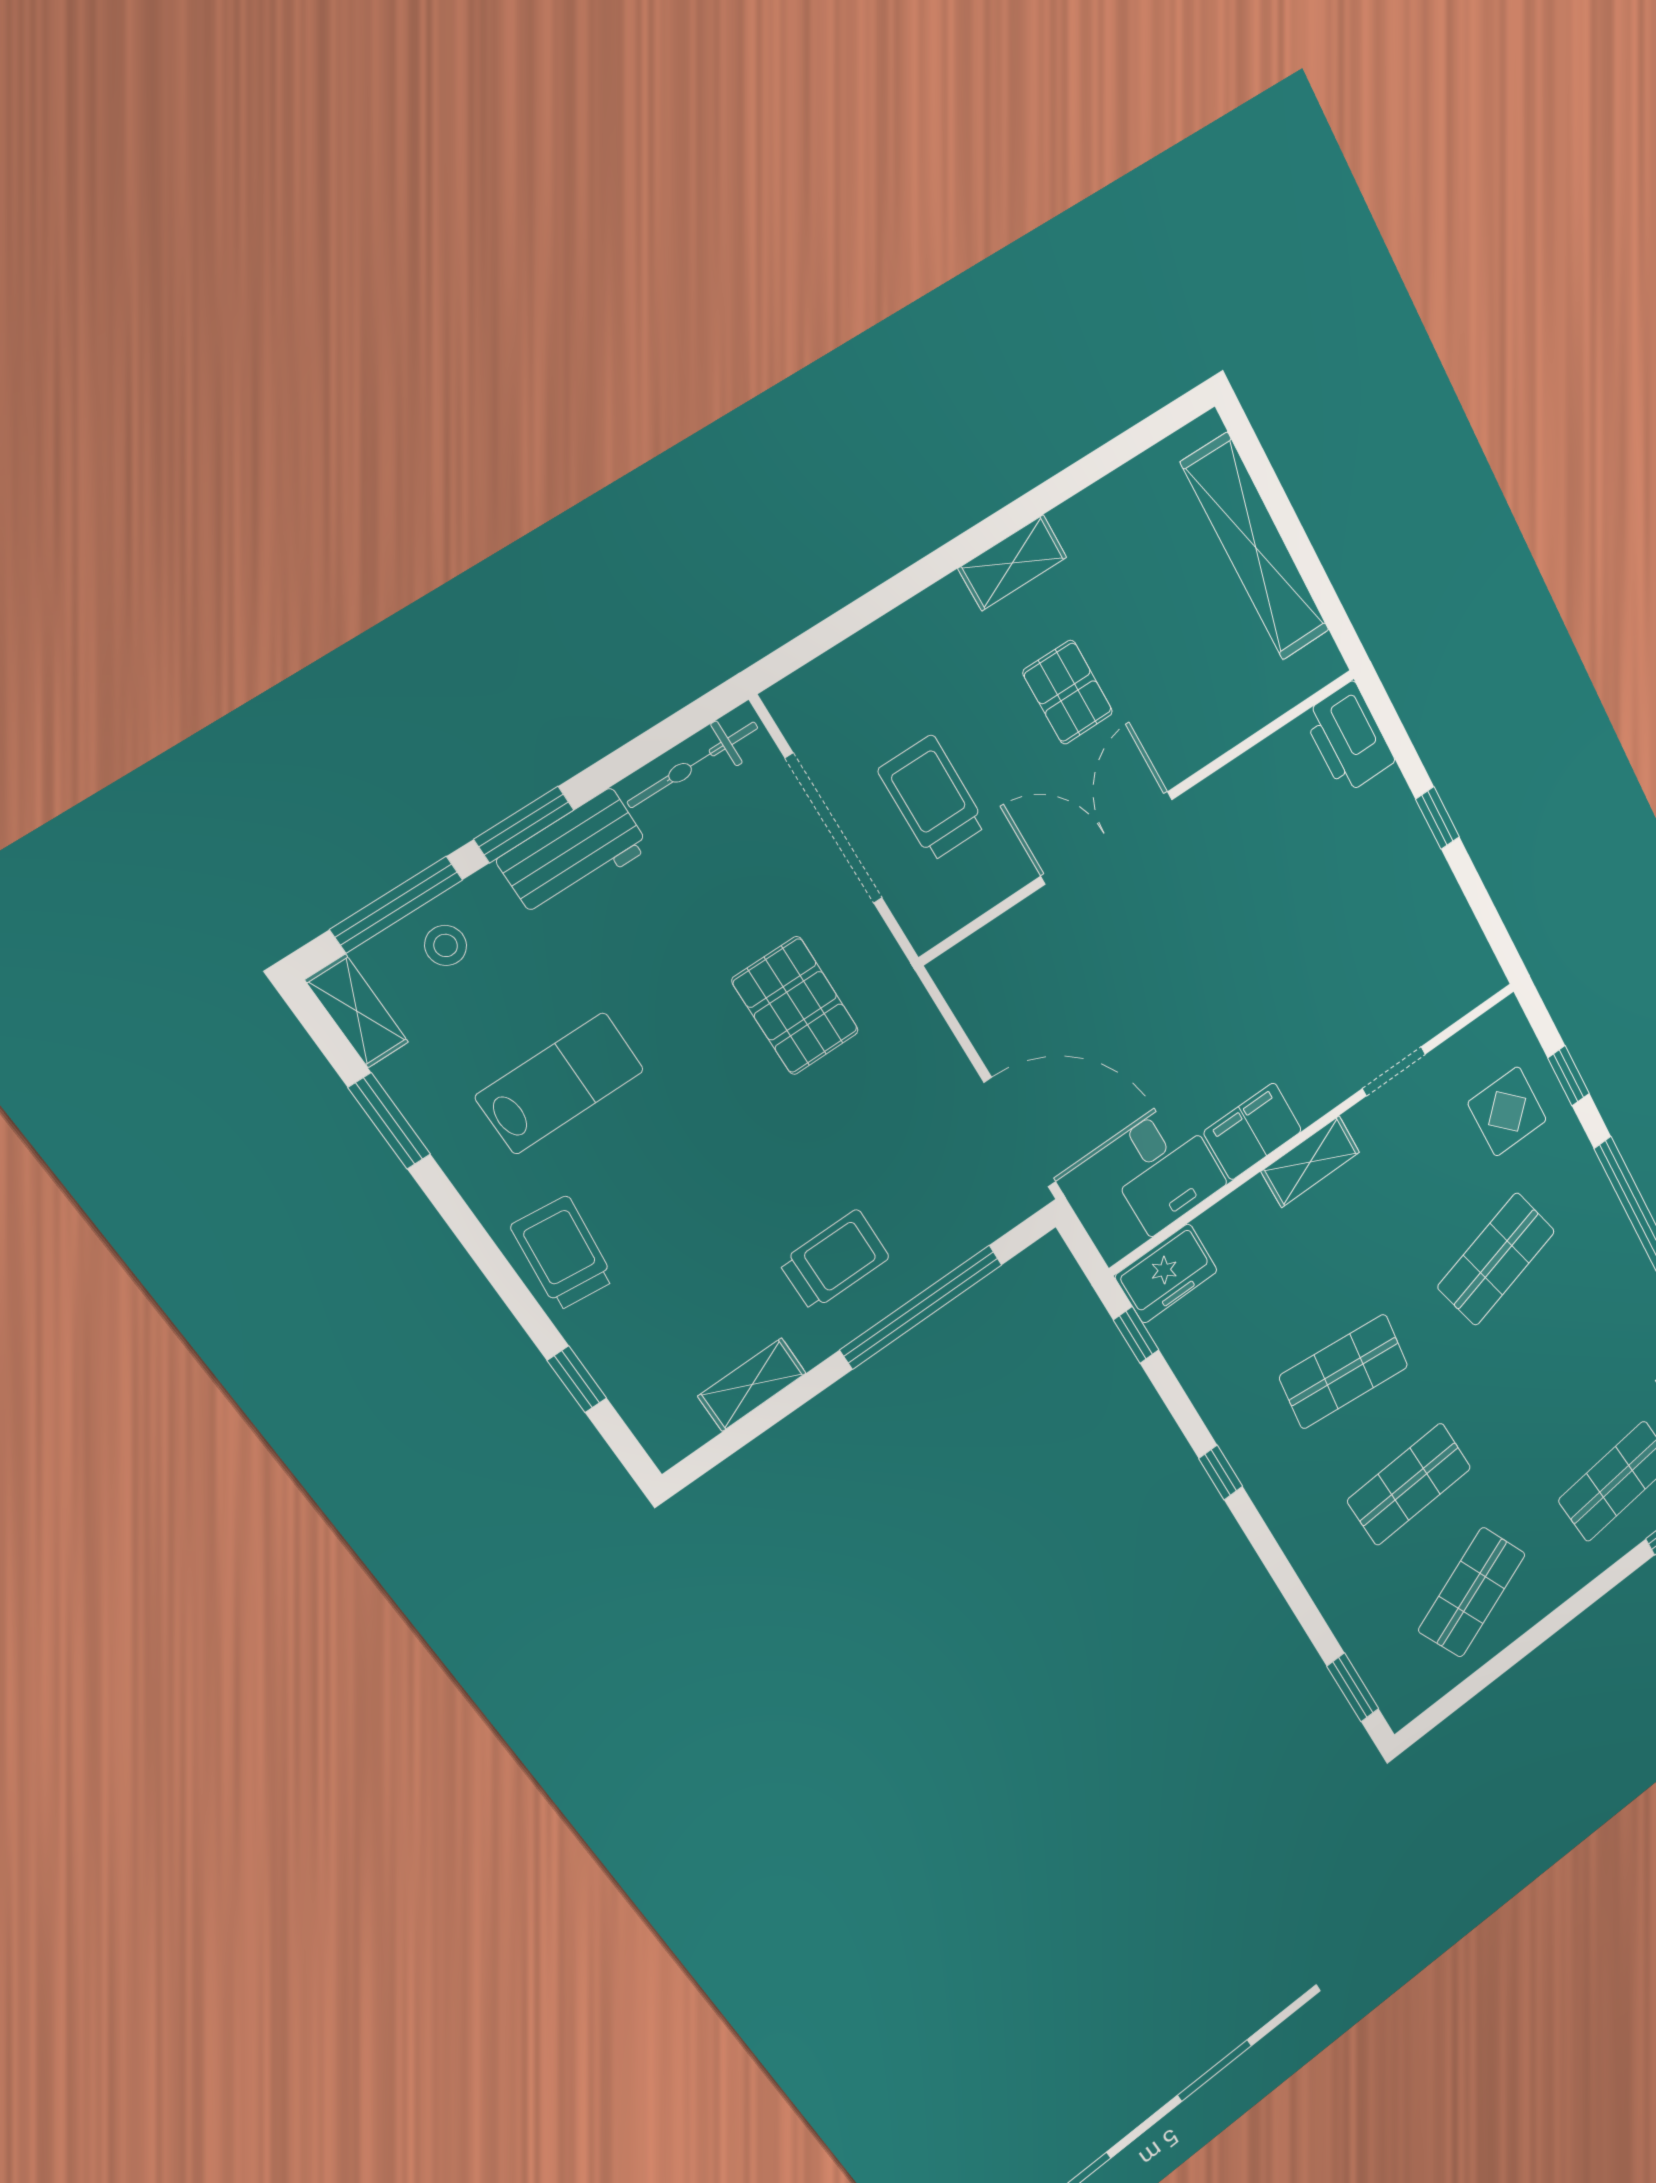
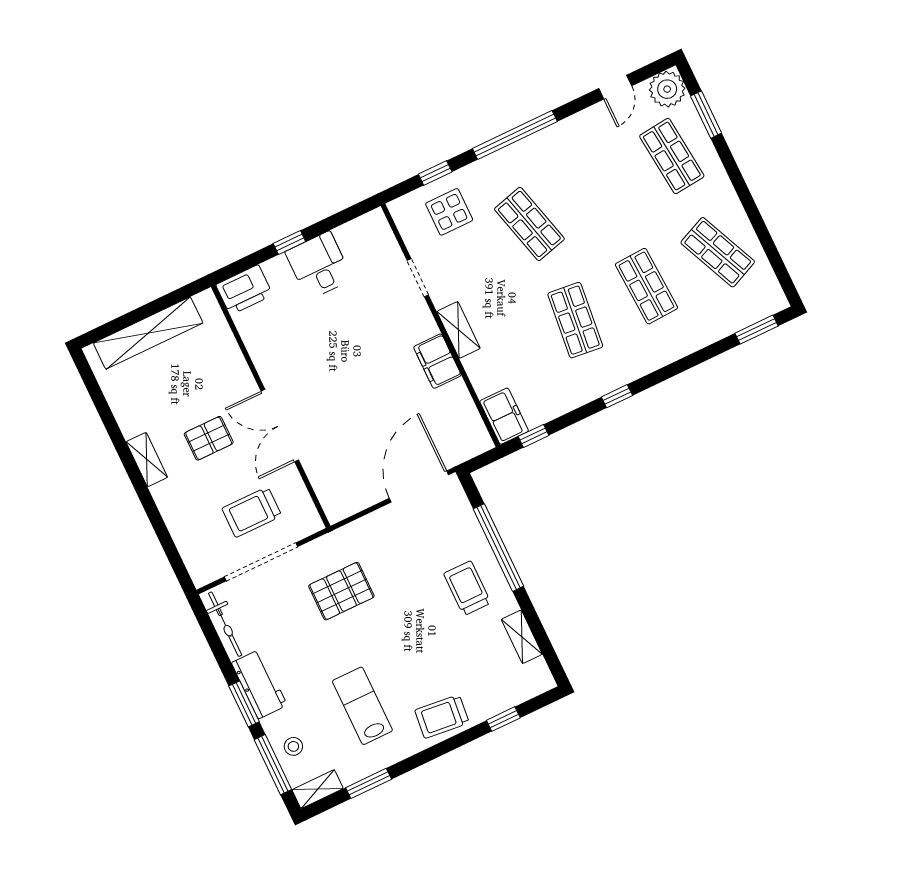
desk: (1164, 1168) -> (319, 266), moved, turned -90

